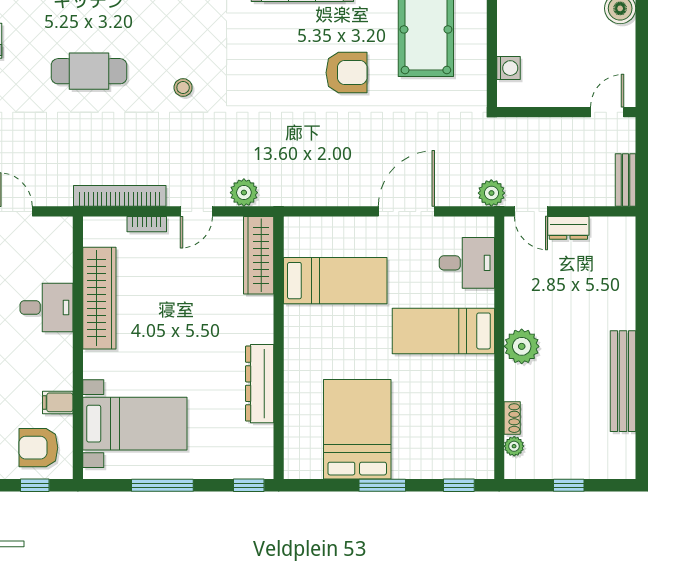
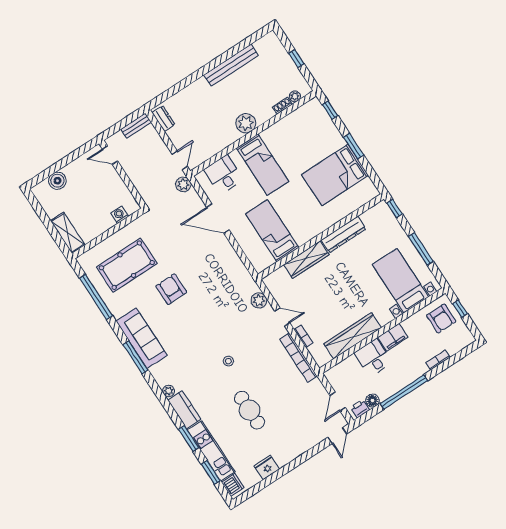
dresser: (568, 228) -> (163, 119), moved
wardrobe: (259, 255) -> (306, 260), moved
filing cabinet: (58, 402) -> (393, 337), moved, width x2.00

